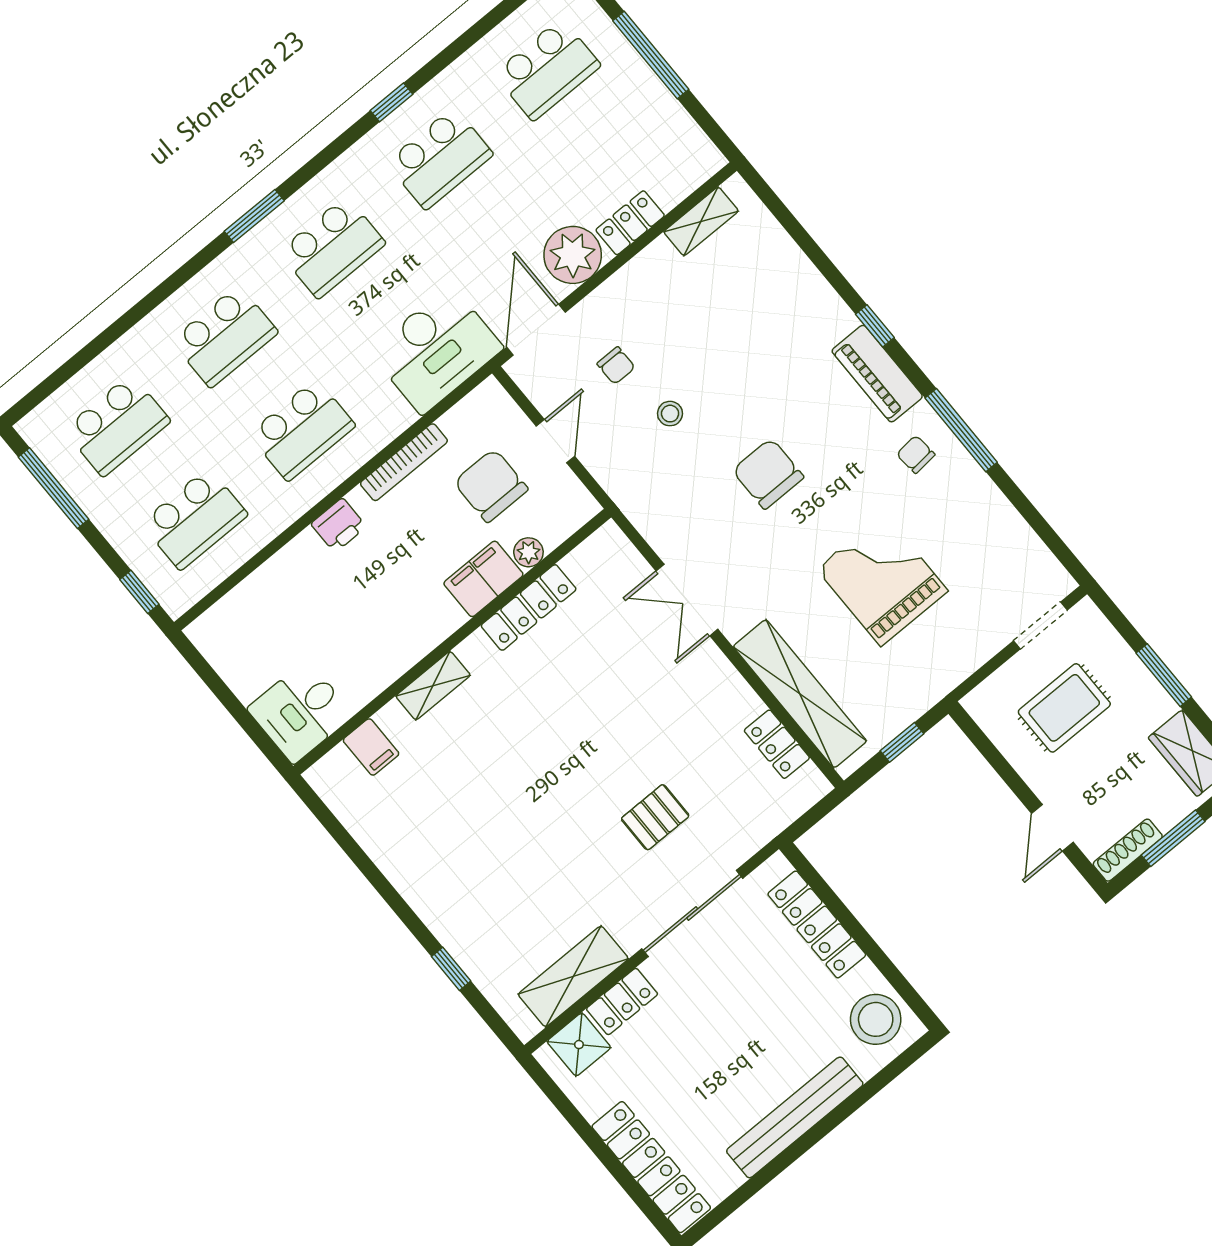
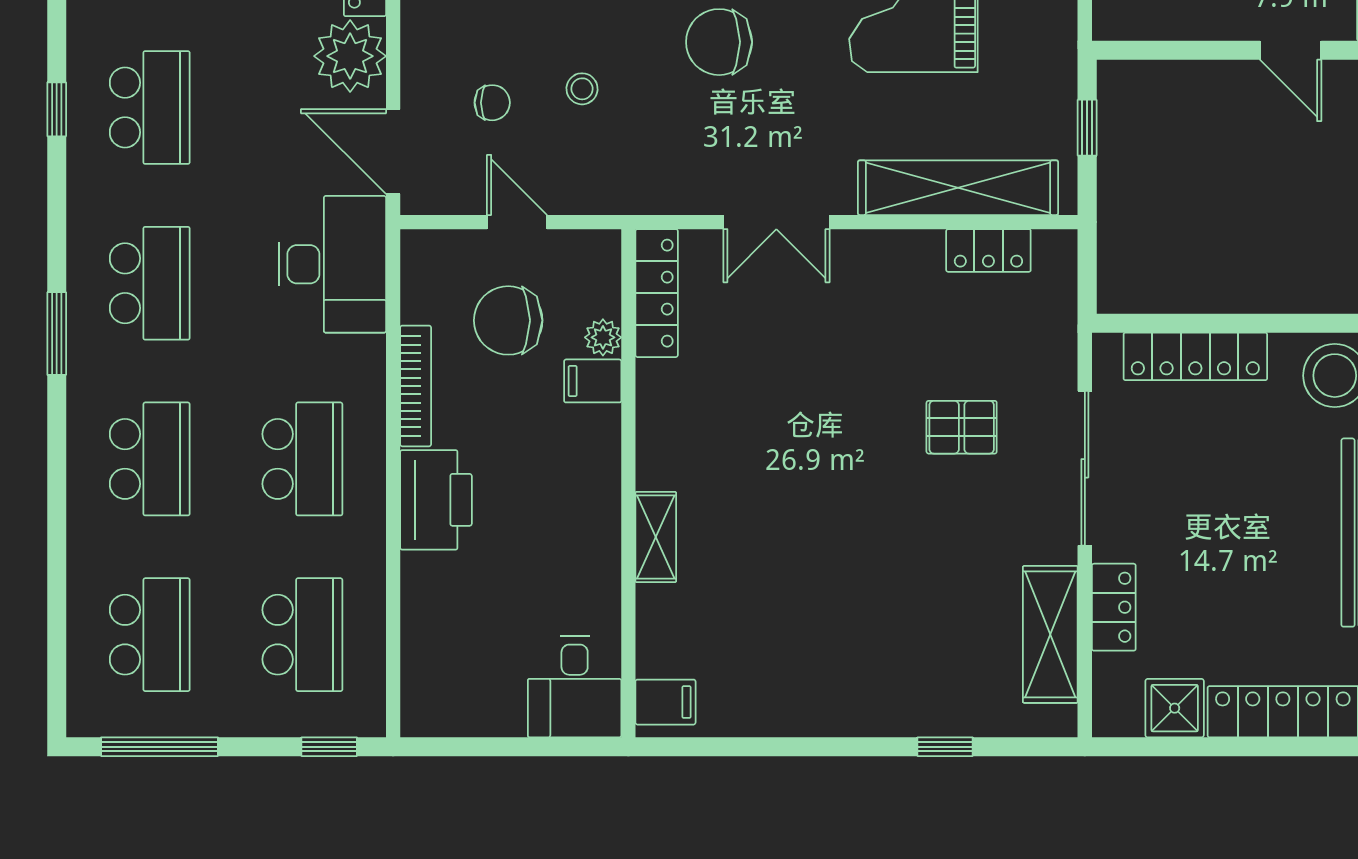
printer: (339, 525) -> (436, 500), width x1.87, depth x1.48
filing cabinet: (483, 579) -> (593, 381), width x0.50
locker: (529, 607) -> (657, 293), moved
filing cabinet: (371, 747) -> (665, 702), moved
pallet: (655, 817) -> (962, 427), turned 90
shower: (579, 1045) -> (1175, 708), moved

